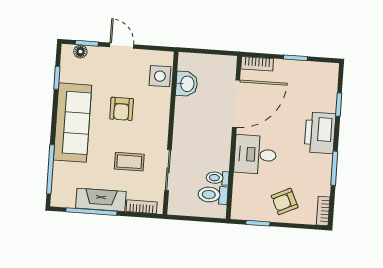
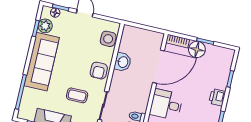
floor lamp: (286, 71) -> (197, 49), added
plant: (69, 72) -> (45, 26), added
washbasin: (187, 84) -> (123, 62), moved
armchair: (122, 109) -> (99, 71), moved
printer: (320, 133) -> (217, 97), width x0.53, depth x0.68

